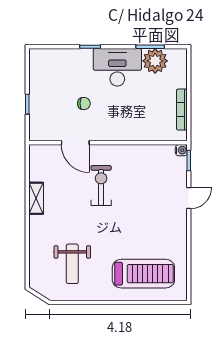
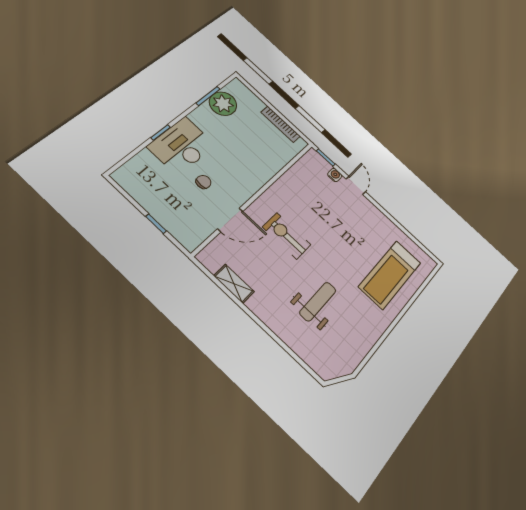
desk: (117, 67) -> (181, 146), moved
water cooler: (181, 150) -> (335, 175), moved
shelving: (36, 198) -> (234, 284), moved
weight bench: (72, 264) -> (318, 302), moved, turned -90
treadmill: (143, 274) -> (390, 275), turned 180

